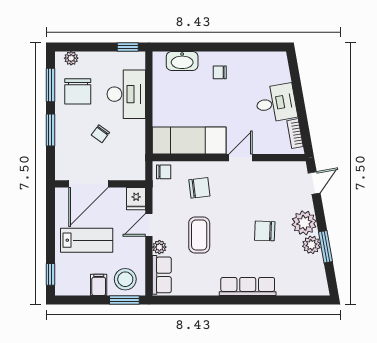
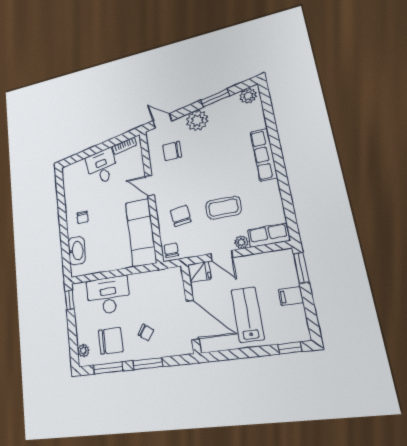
chair: (100, 134) -> (146, 332), moved
chair: (265, 231) -> (172, 151), moved, turned 88
plant: (311, 245) -> (248, 96), moved
stool: (125, 279) -> (280, 270), removed

